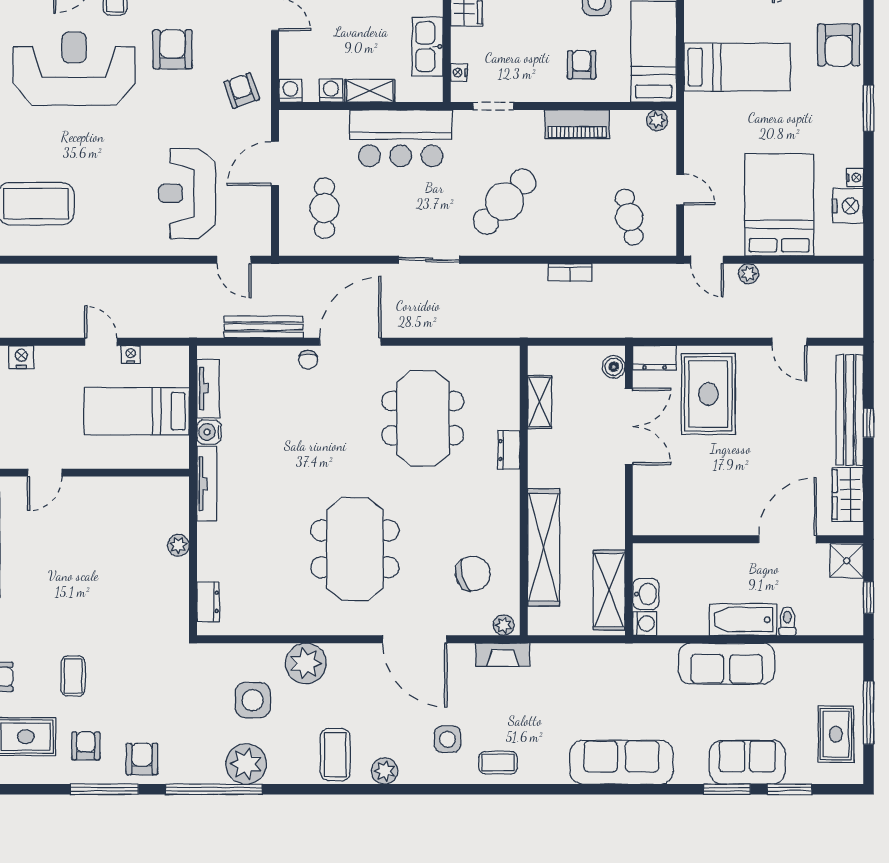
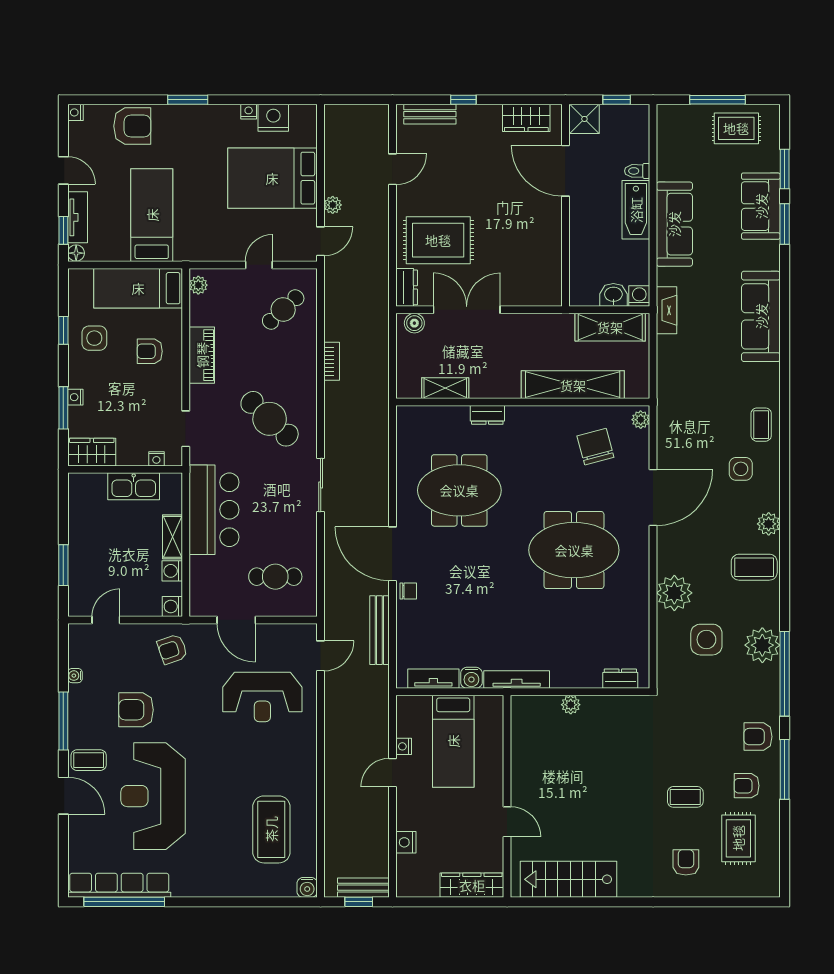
cafe table: (629, 217) -> (283, 310), turned -30
bench: (850, 410) -> (430, 114), width x0.54, depth x0.82
fireplace: (503, 655) -> (667, 310), moved

